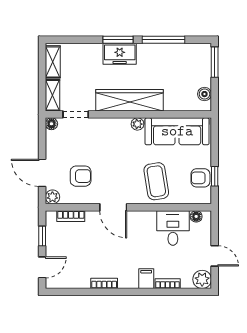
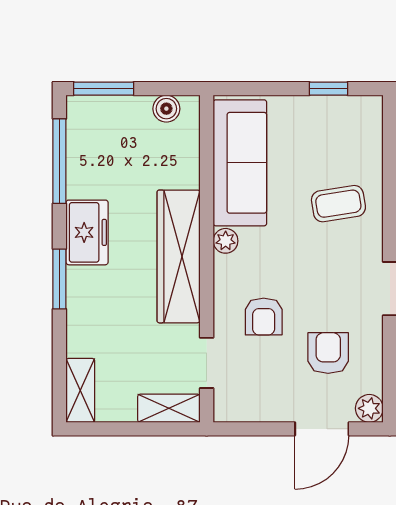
window: (163, 40) -> (59, 161), moved
freezer: (120, 54) -> (87, 232), moved
shelving: (53, 62) -> (80, 390), moved, turned 90
floor lamp: (51, 124) -> (225, 410), removed
armchair: (200, 178) -> (264, 317), moved
coffee table: (156, 181) -> (338, 204), width x0.73, depth x0.77

